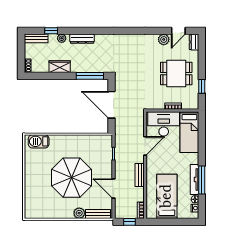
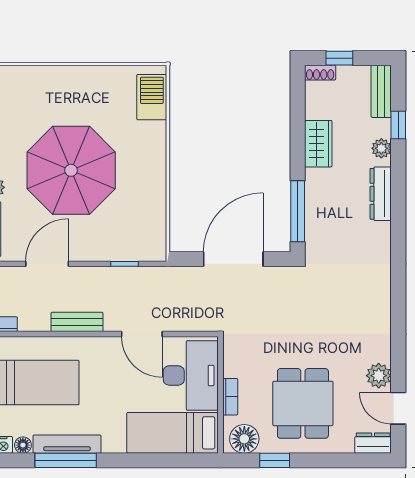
window: (21, 57) -> (339, 58), added
floor lamp: (192, 100) -> (244, 439), added

